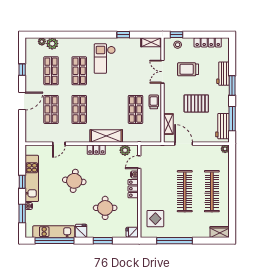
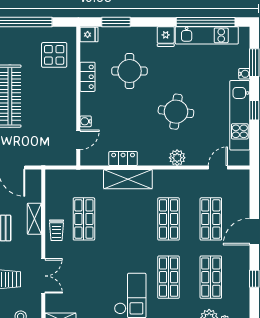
shelving: (168, 124) -> (34, 219), moved
door: (59, 144) -> (218, 168), moved
locker: (96, 150) -> (123, 159), moved
plant: (125, 150) -> (177, 158), moved
locker: (133, 189) -> (87, 77), moved
window: (103, 241) -> (116, 22), moved

